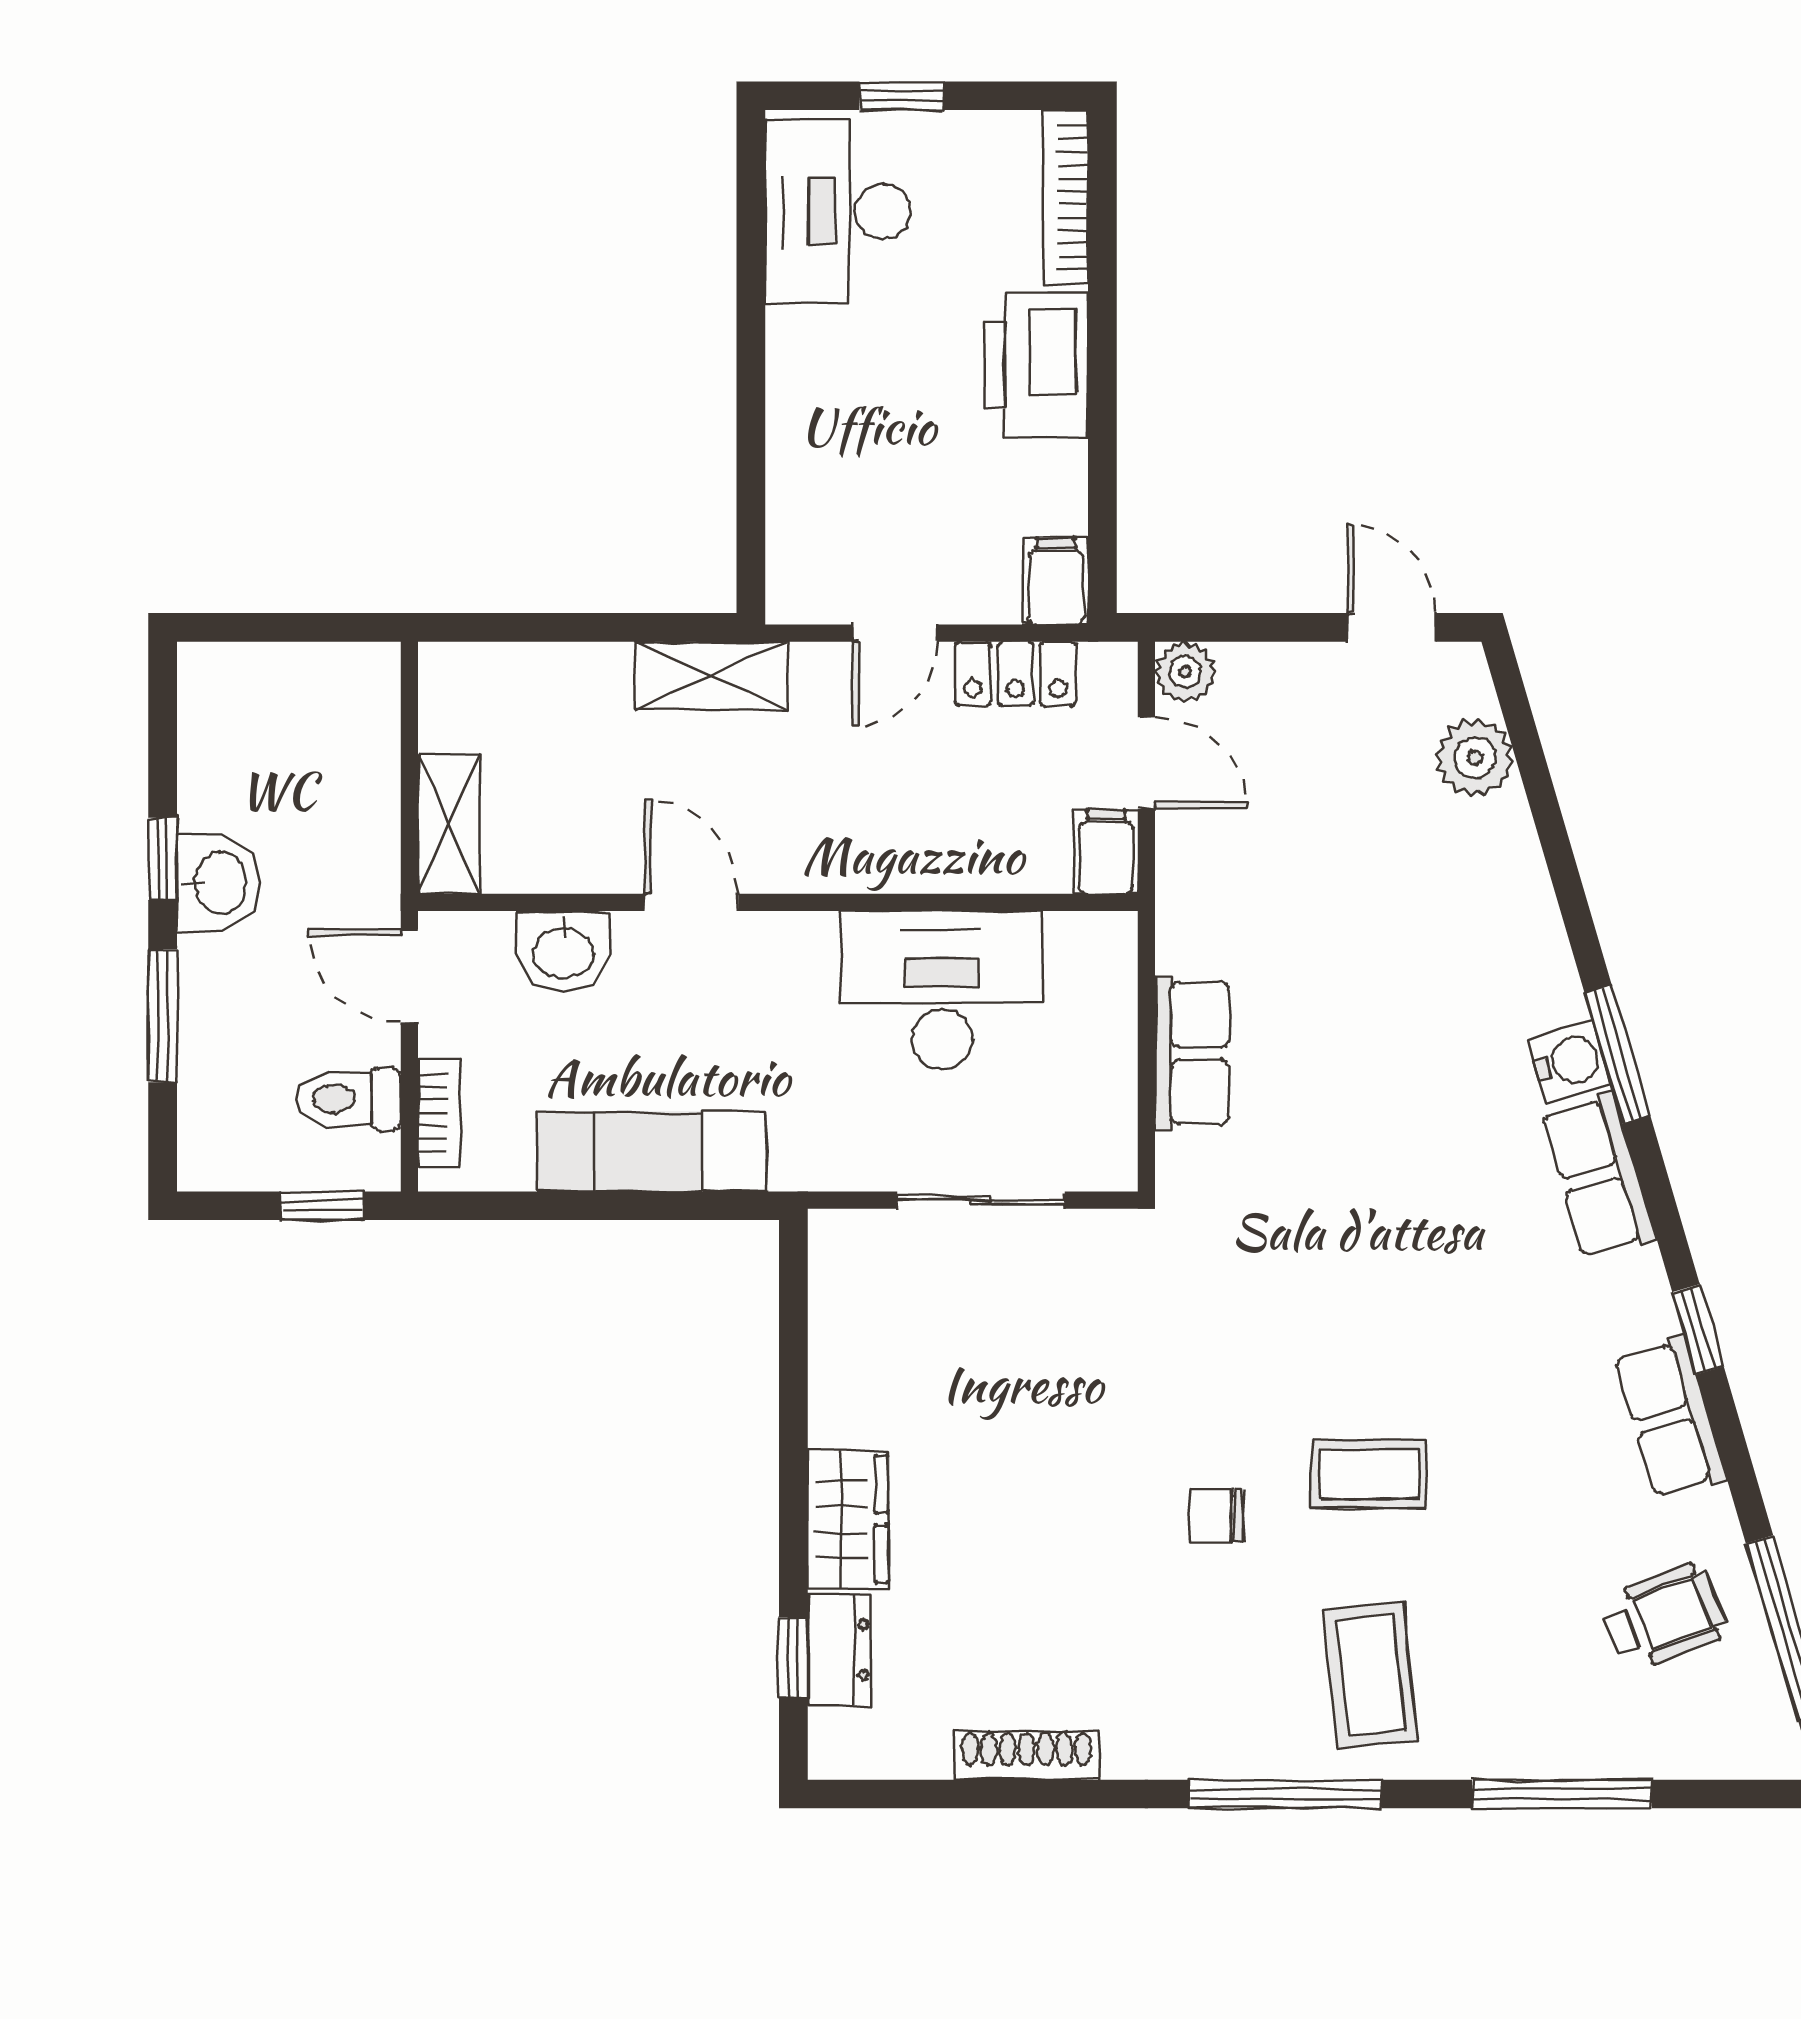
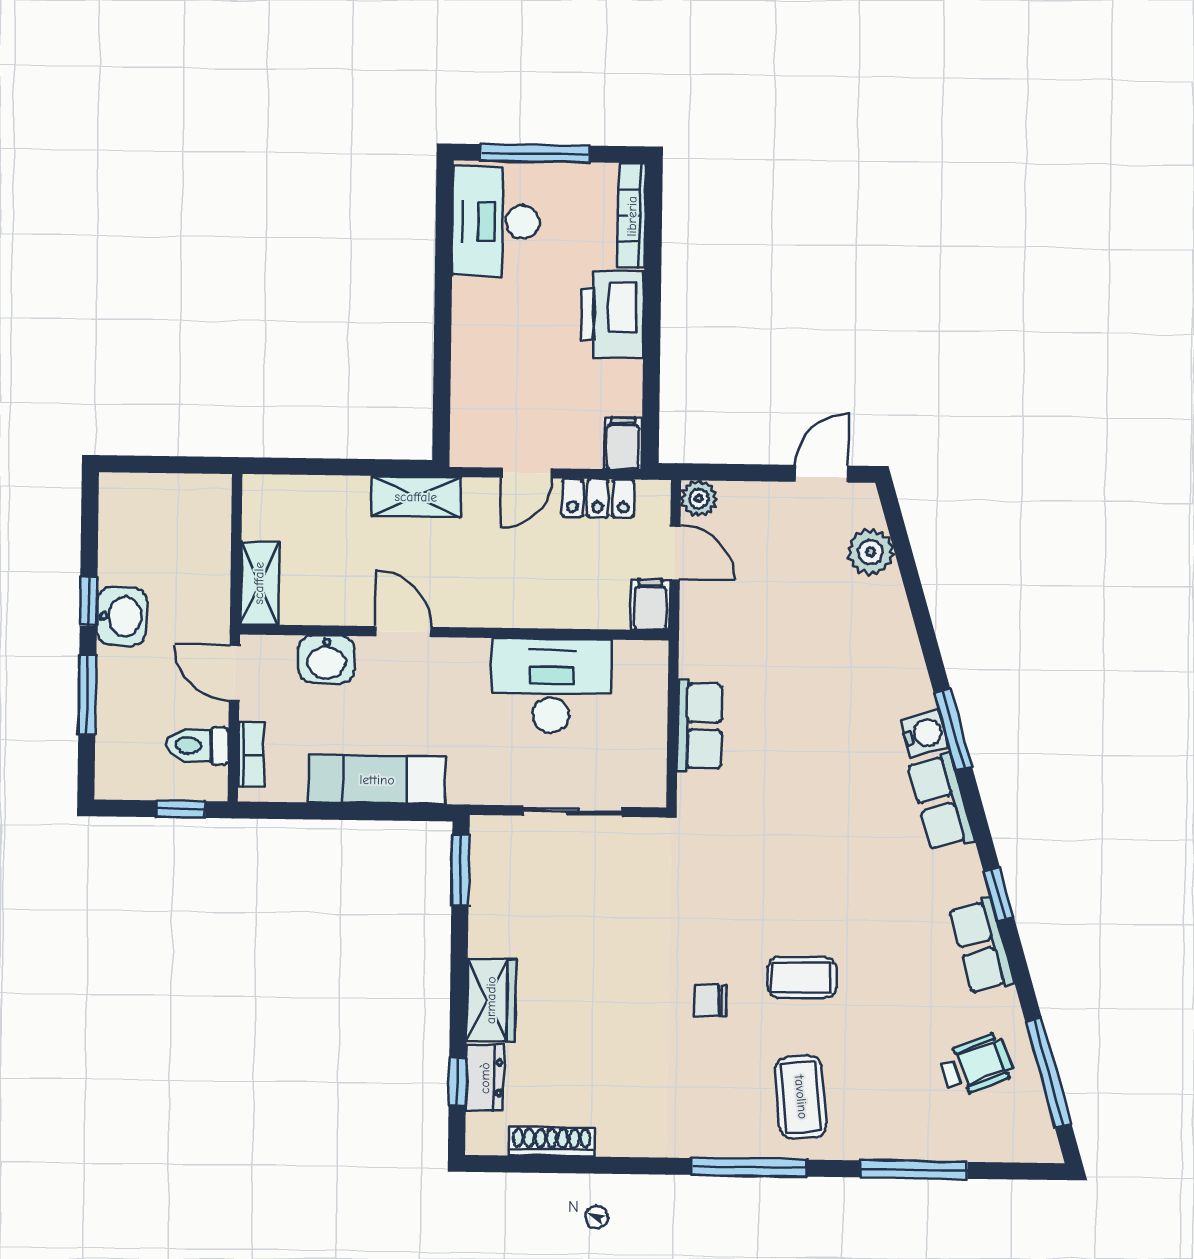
window: (902, 96) -> (535, 153), width x2.17
door: (1391, 627) -> (822, 474), hinge flipped
window: (793, 1302) -> (460, 870), added
shoe rack: (1026, 1755) -> (552, 1142), moved

